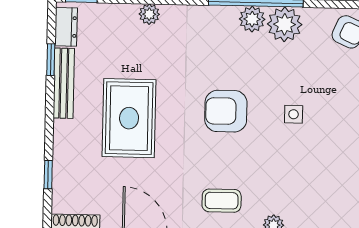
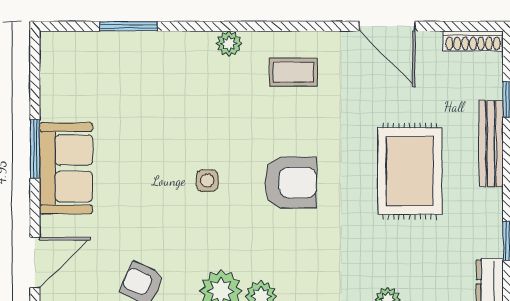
bench: (64, 83) -> (491, 143), moved

